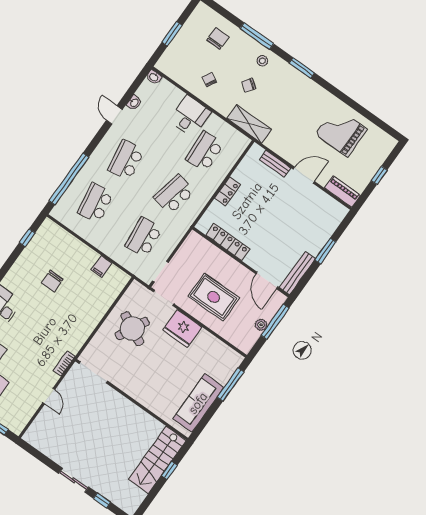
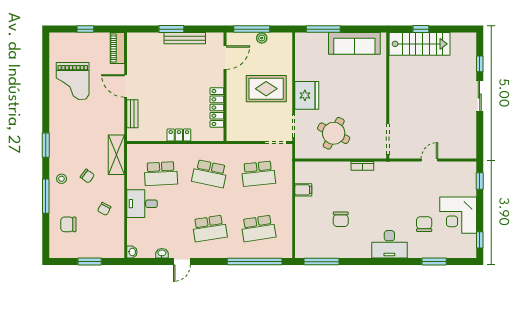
window: (27, 238) -> (321, 262), width x2.17
bench: (297, 273) -> (185, 38), moved
chair: (52, 281) -> (341, 219), turned 90
rug: (214, 297) -> (266, 89), turned 90
bookcase: (64, 364) -> (362, 166), moved

